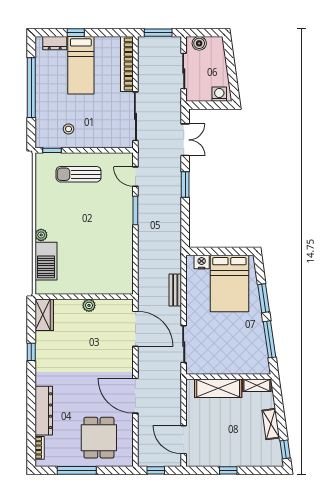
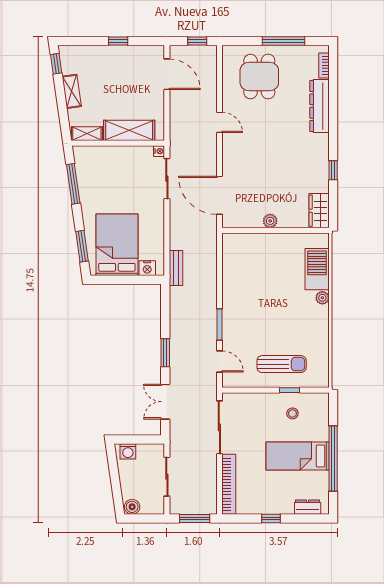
window: (76, 33) -> (271, 519), moved
boiler: (199, 43) -> (132, 507), moved
bed: (81, 65) -> (298, 456), moved, turned -90
window: (52, 150) -> (289, 390), moved
bench: (175, 290) -> (176, 268), moved
window: (264, 298) -> (82, 246), moved
nightstand: (191, 369) -> (159, 151), added
door: (135, 396) -> (219, 122), width x0.53

